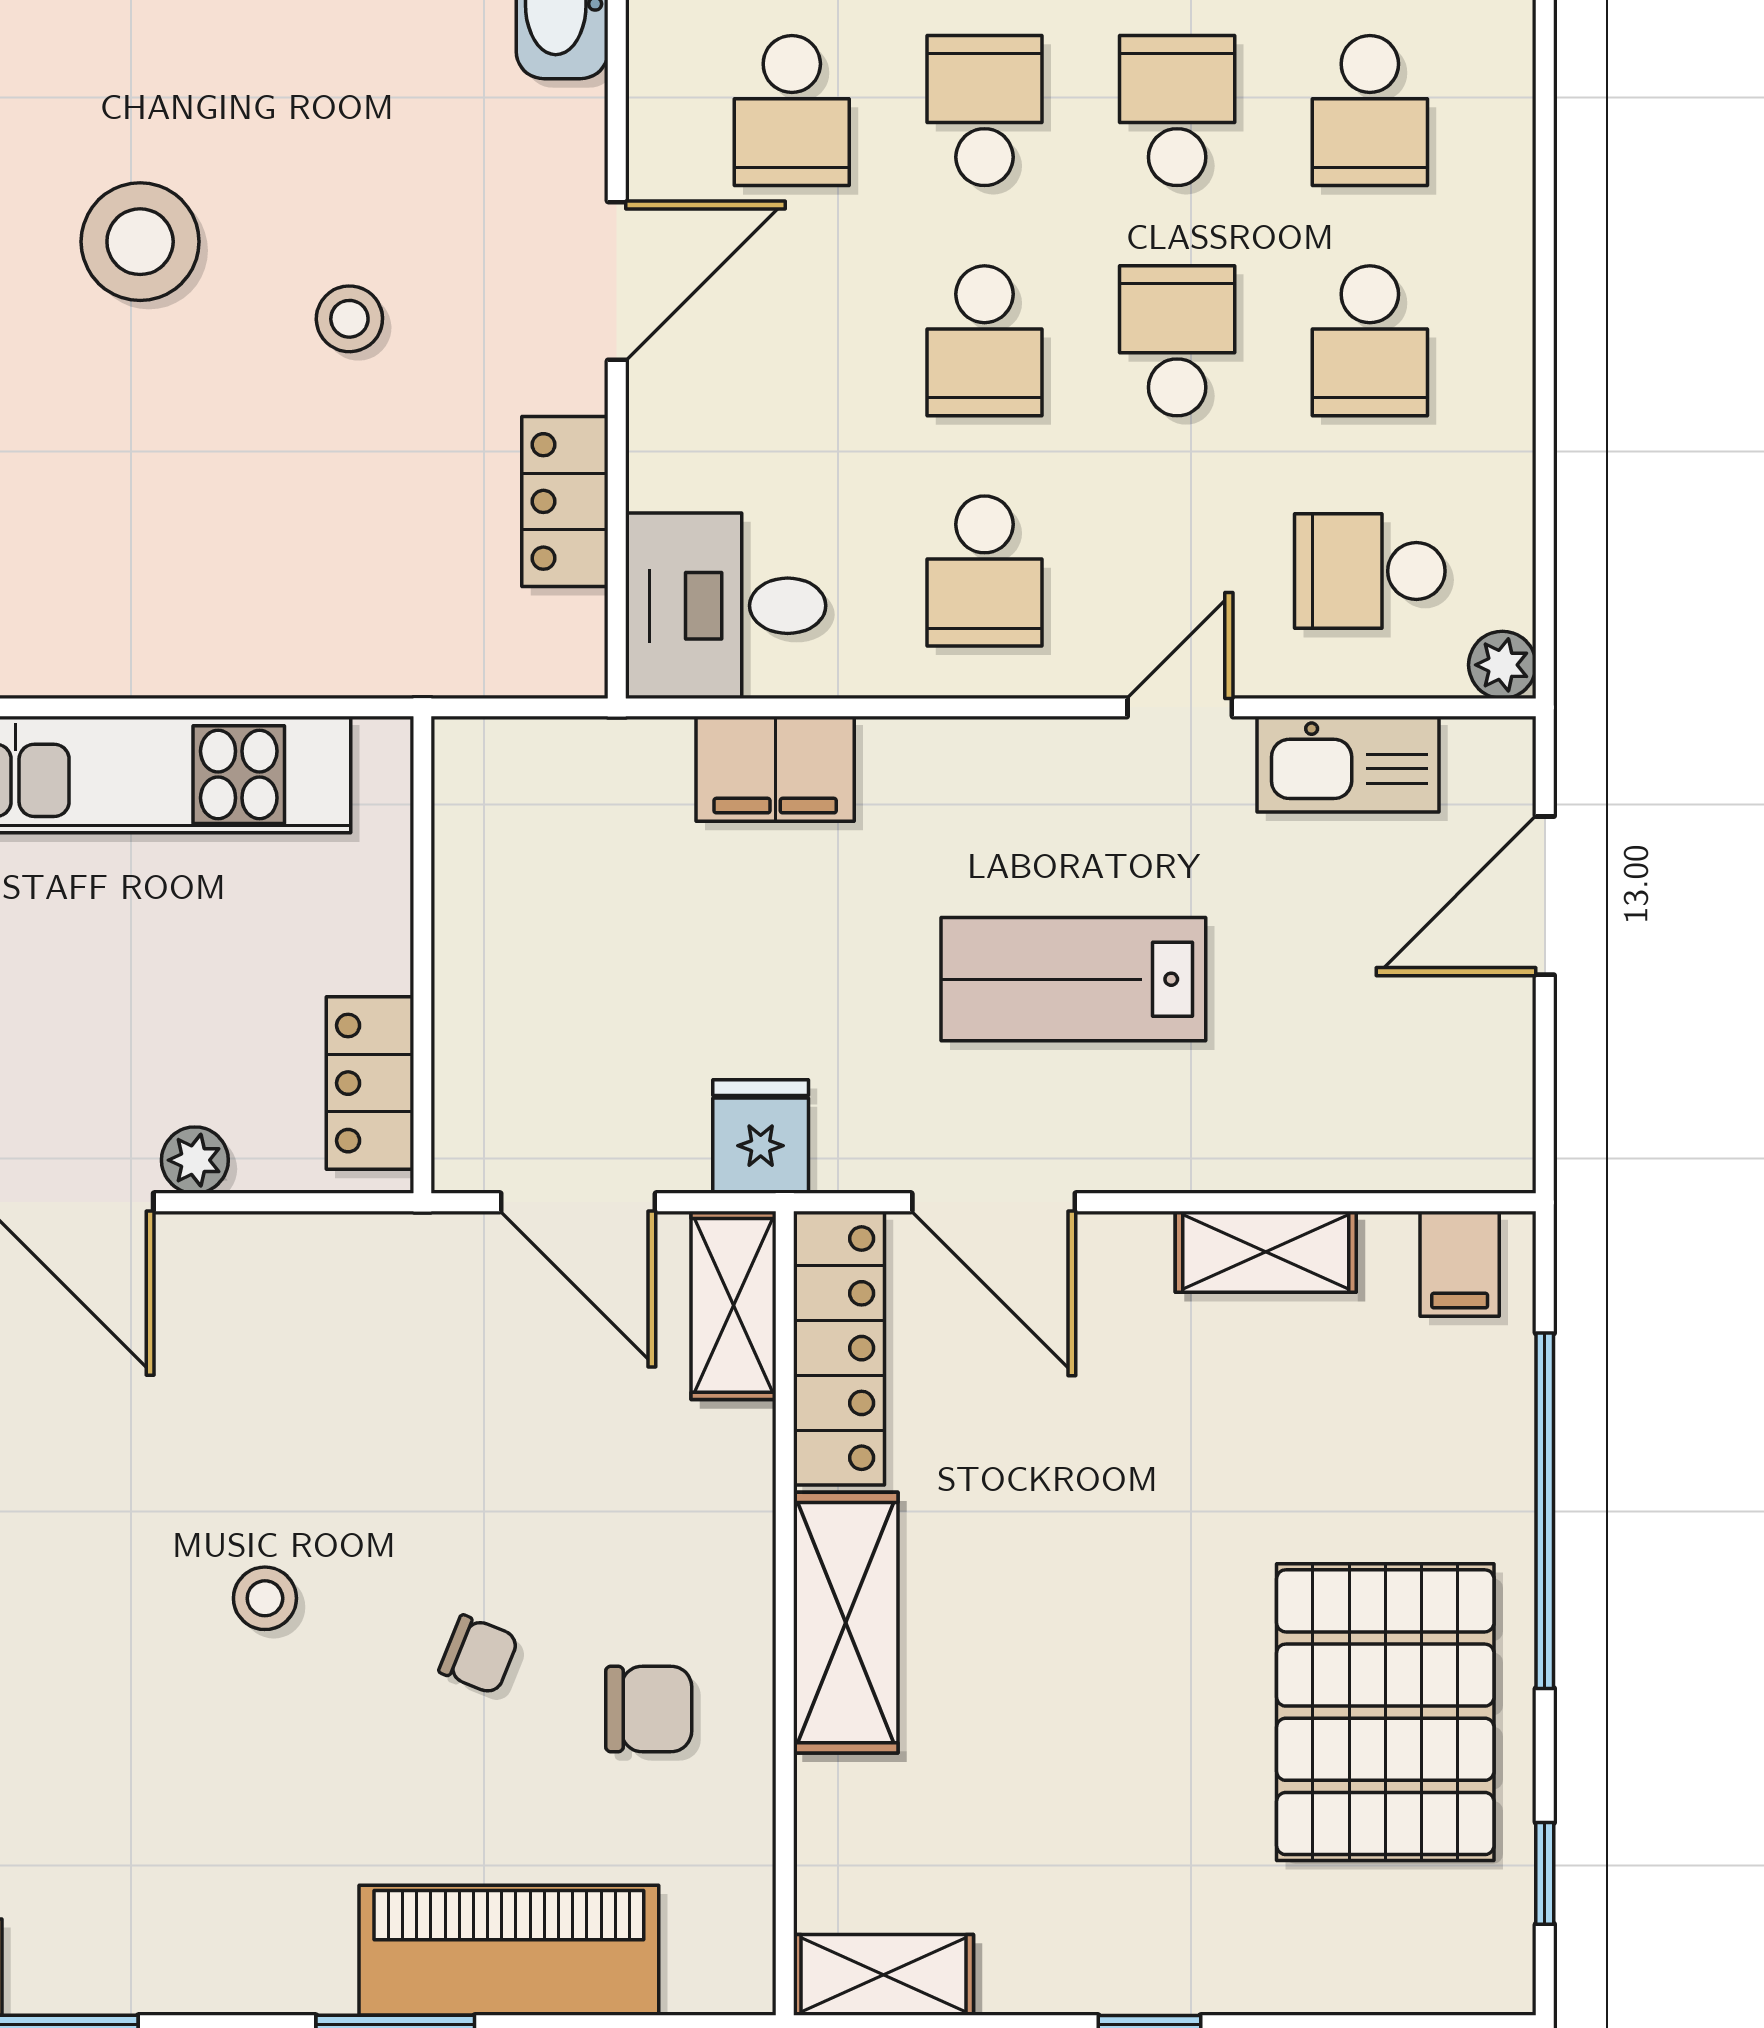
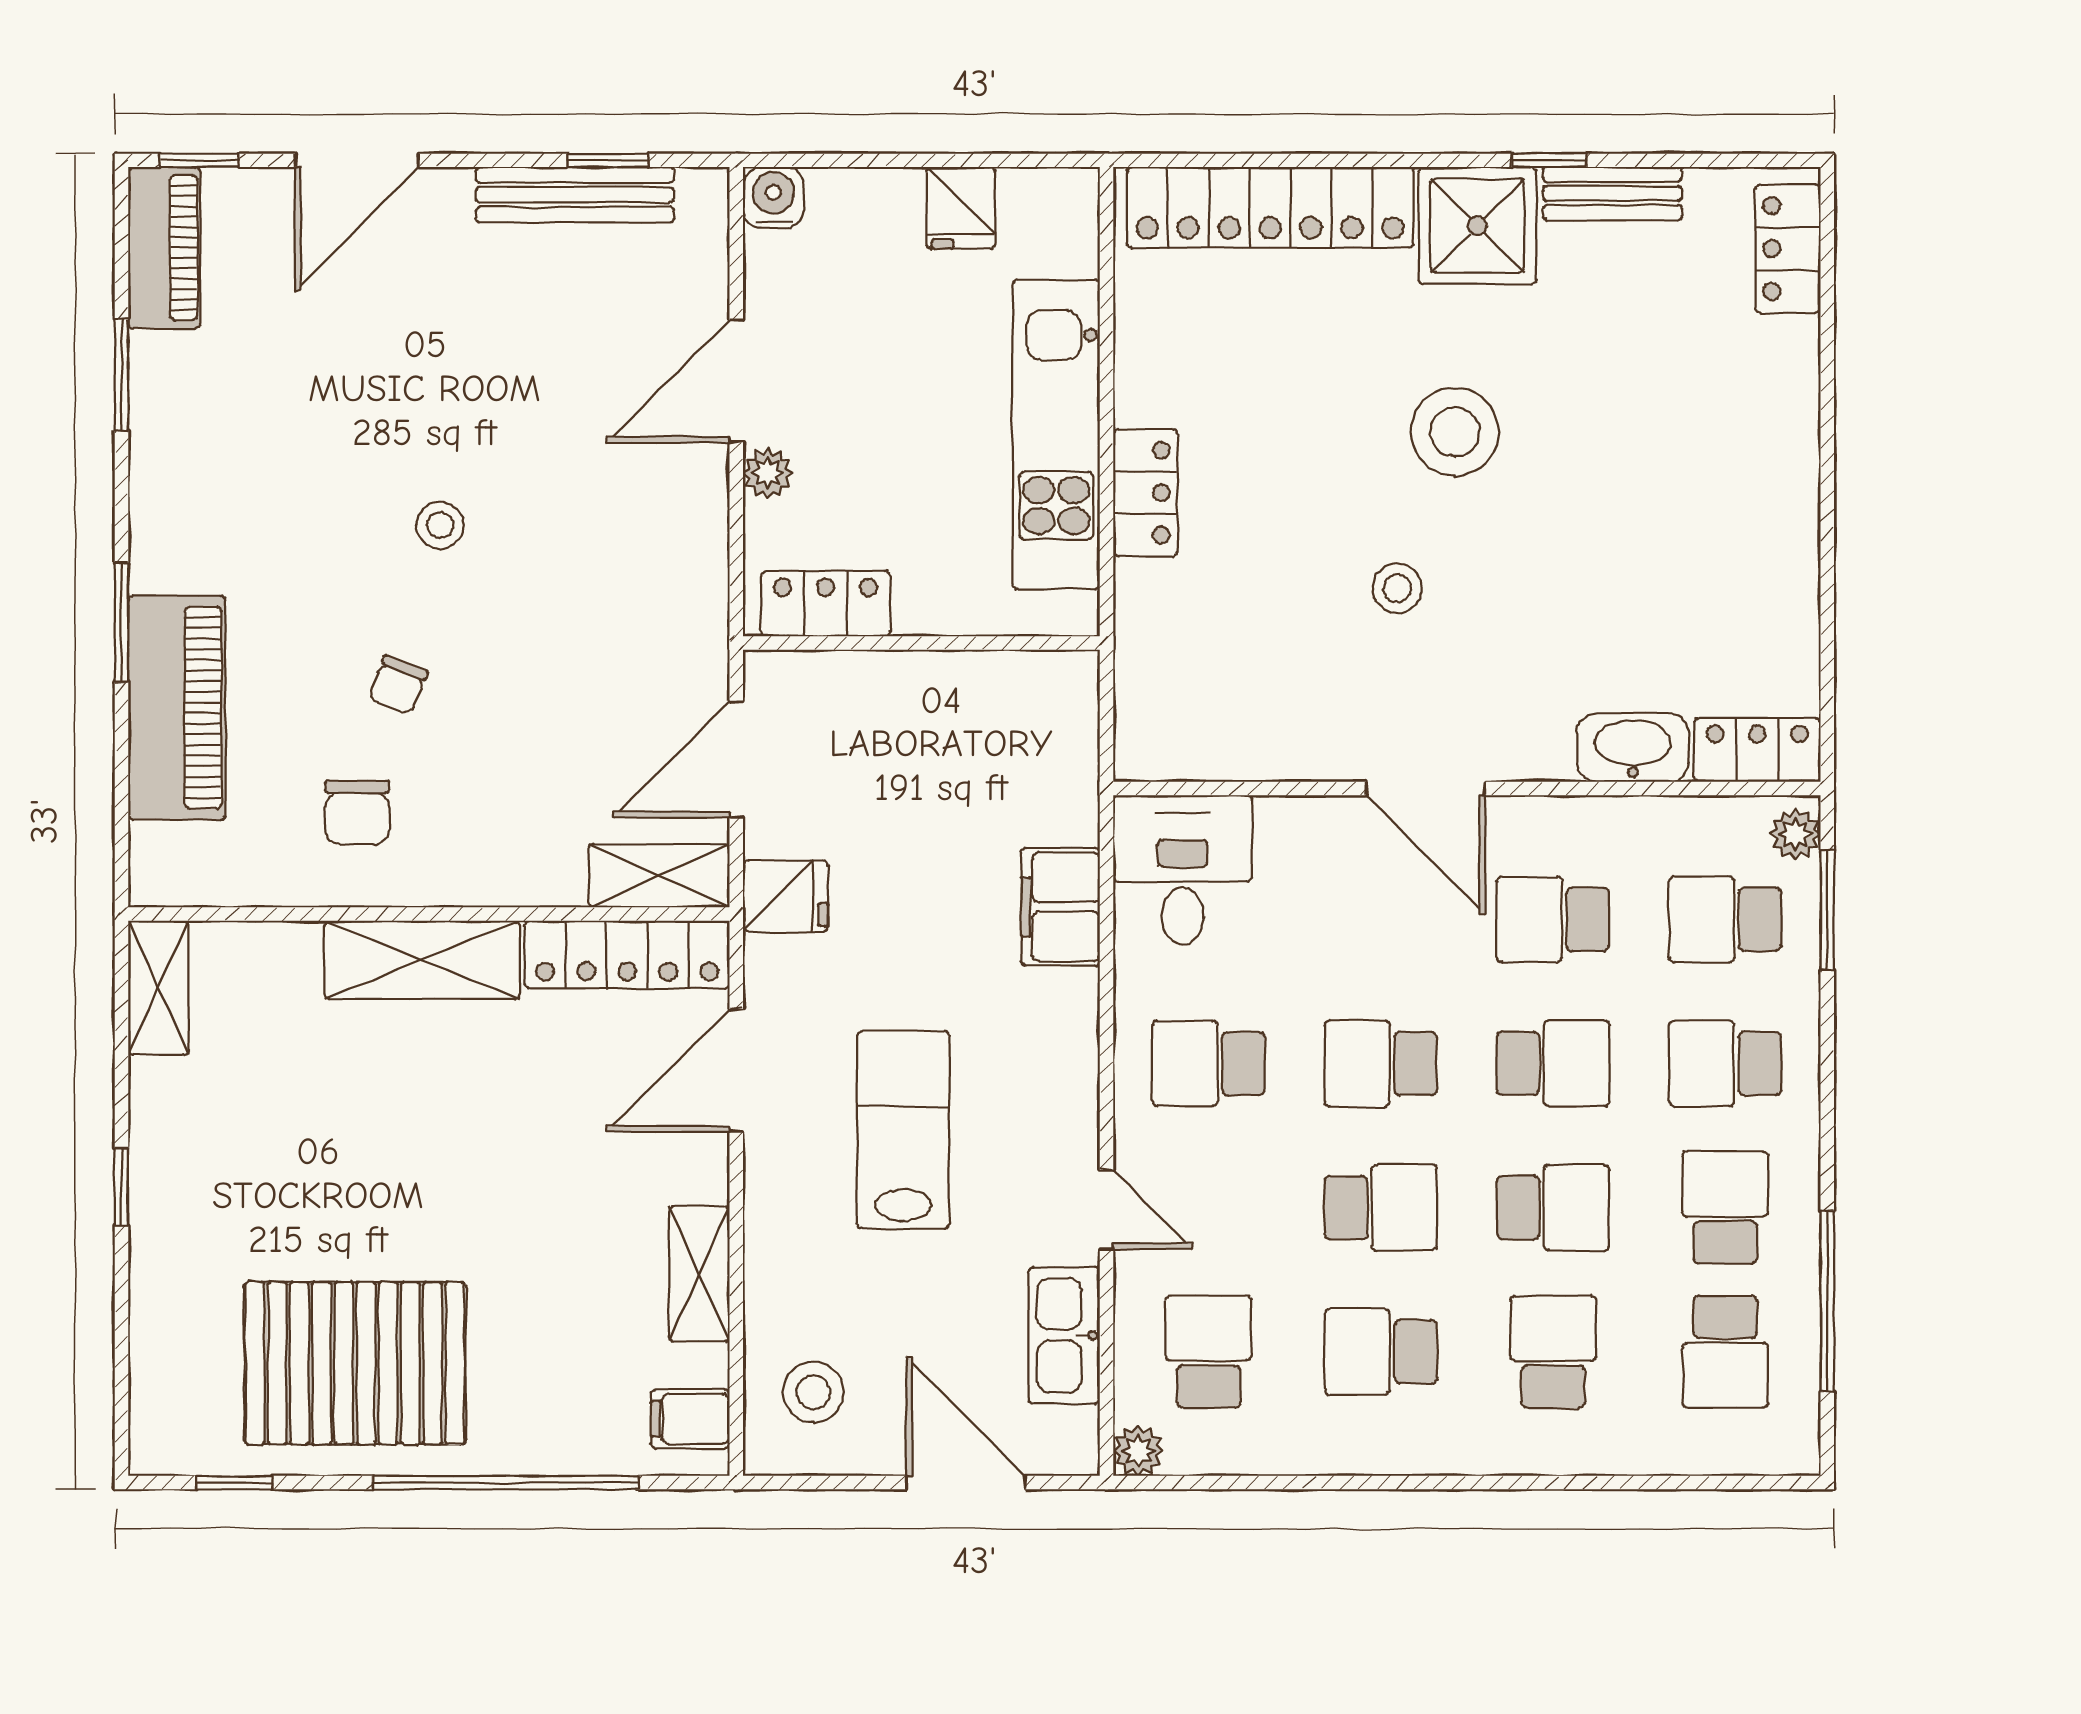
school desk: (1370, 111) -> (1553, 1352), turned 90
locker: (565, 501) -> (1145, 493), moved, turned 90
stool: (1424, 1099) -> (813, 1392), added

